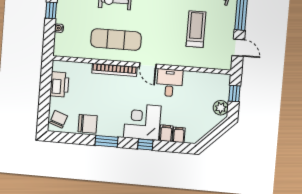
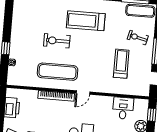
door: (148, 66) -> (83, 92), hinge flipped
desk: (170, 83) -> (123, 108), moved

